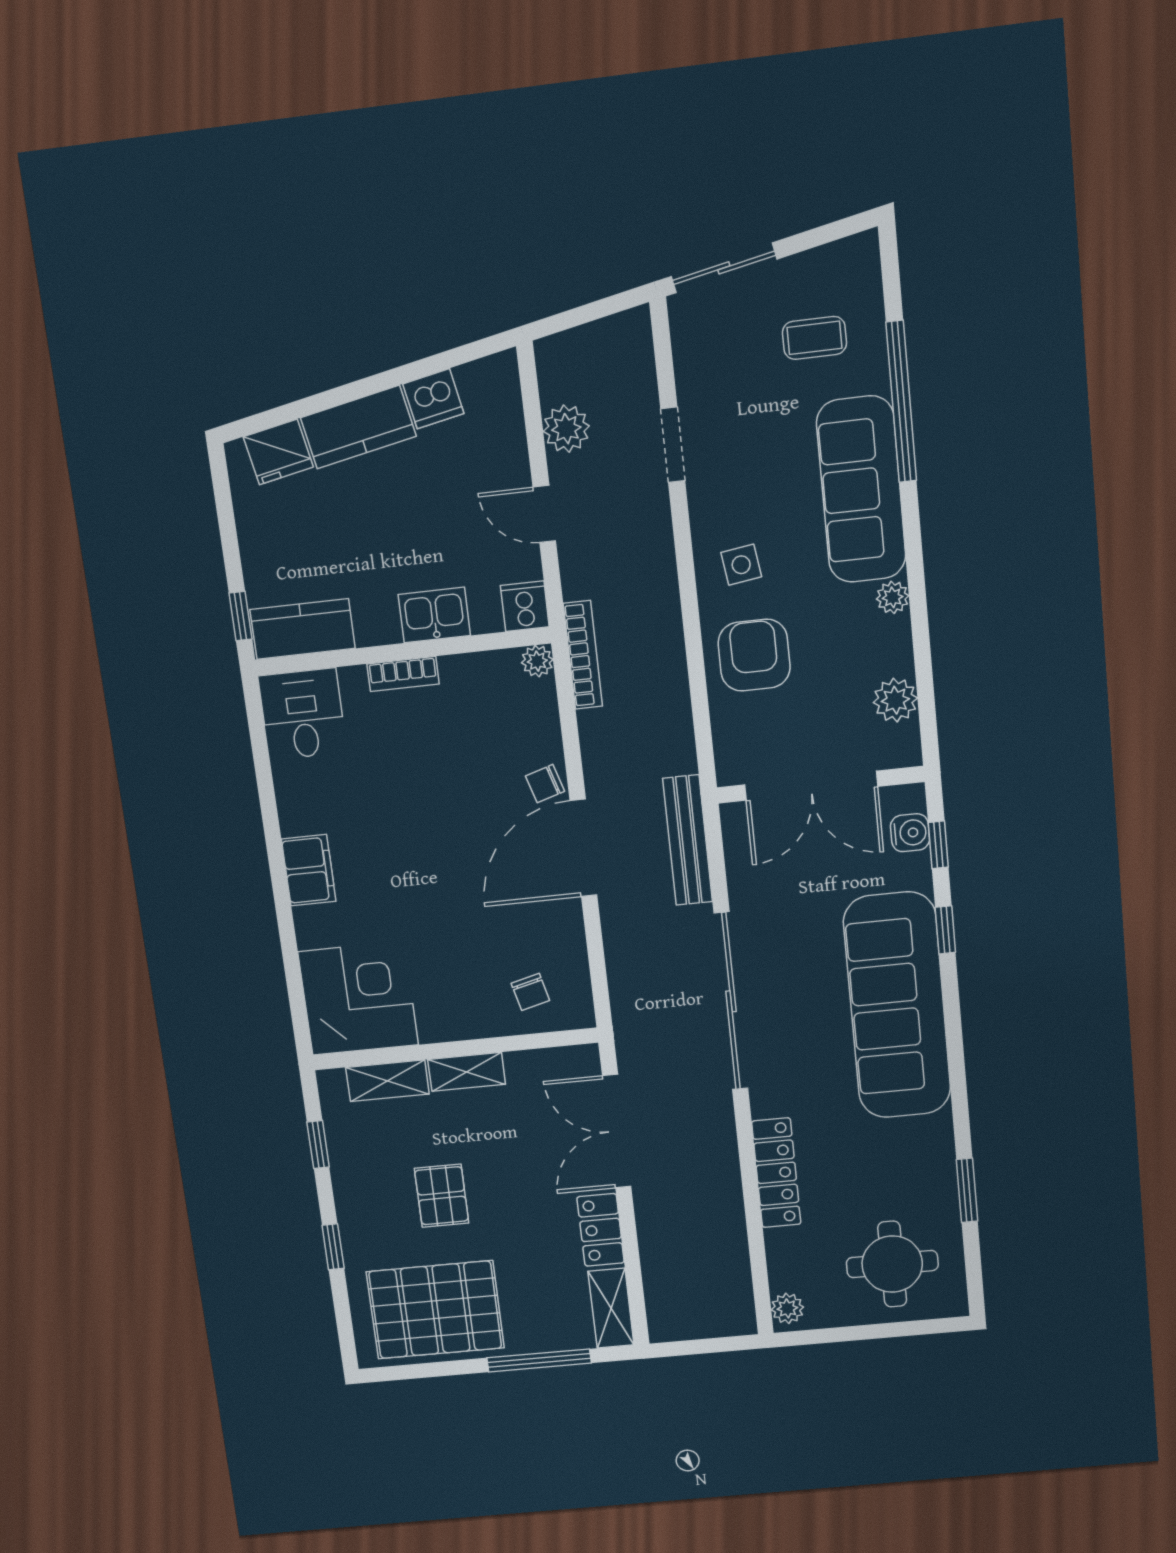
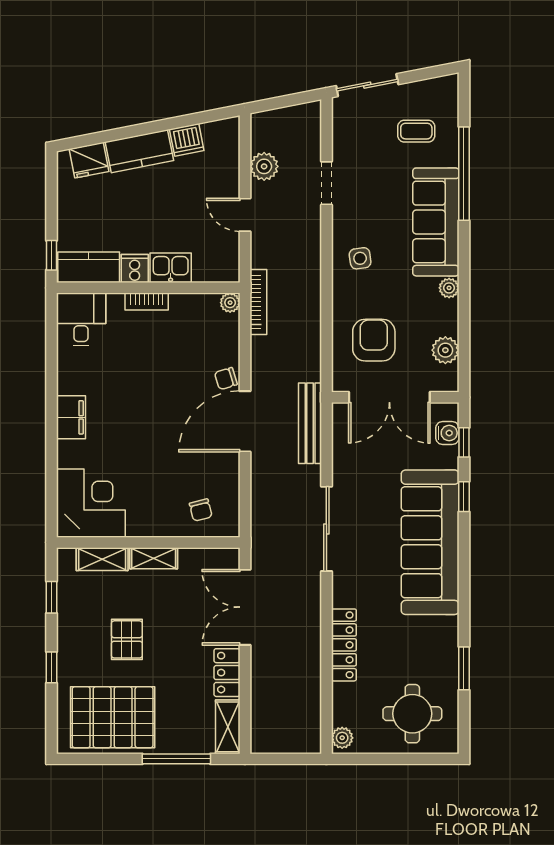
cooker: (525, 606) -> (135, 269), moved
armchair: (754, 655) -> (374, 340), moved
sliding door: (731, 1001) -> (326, 529), width x0.73

